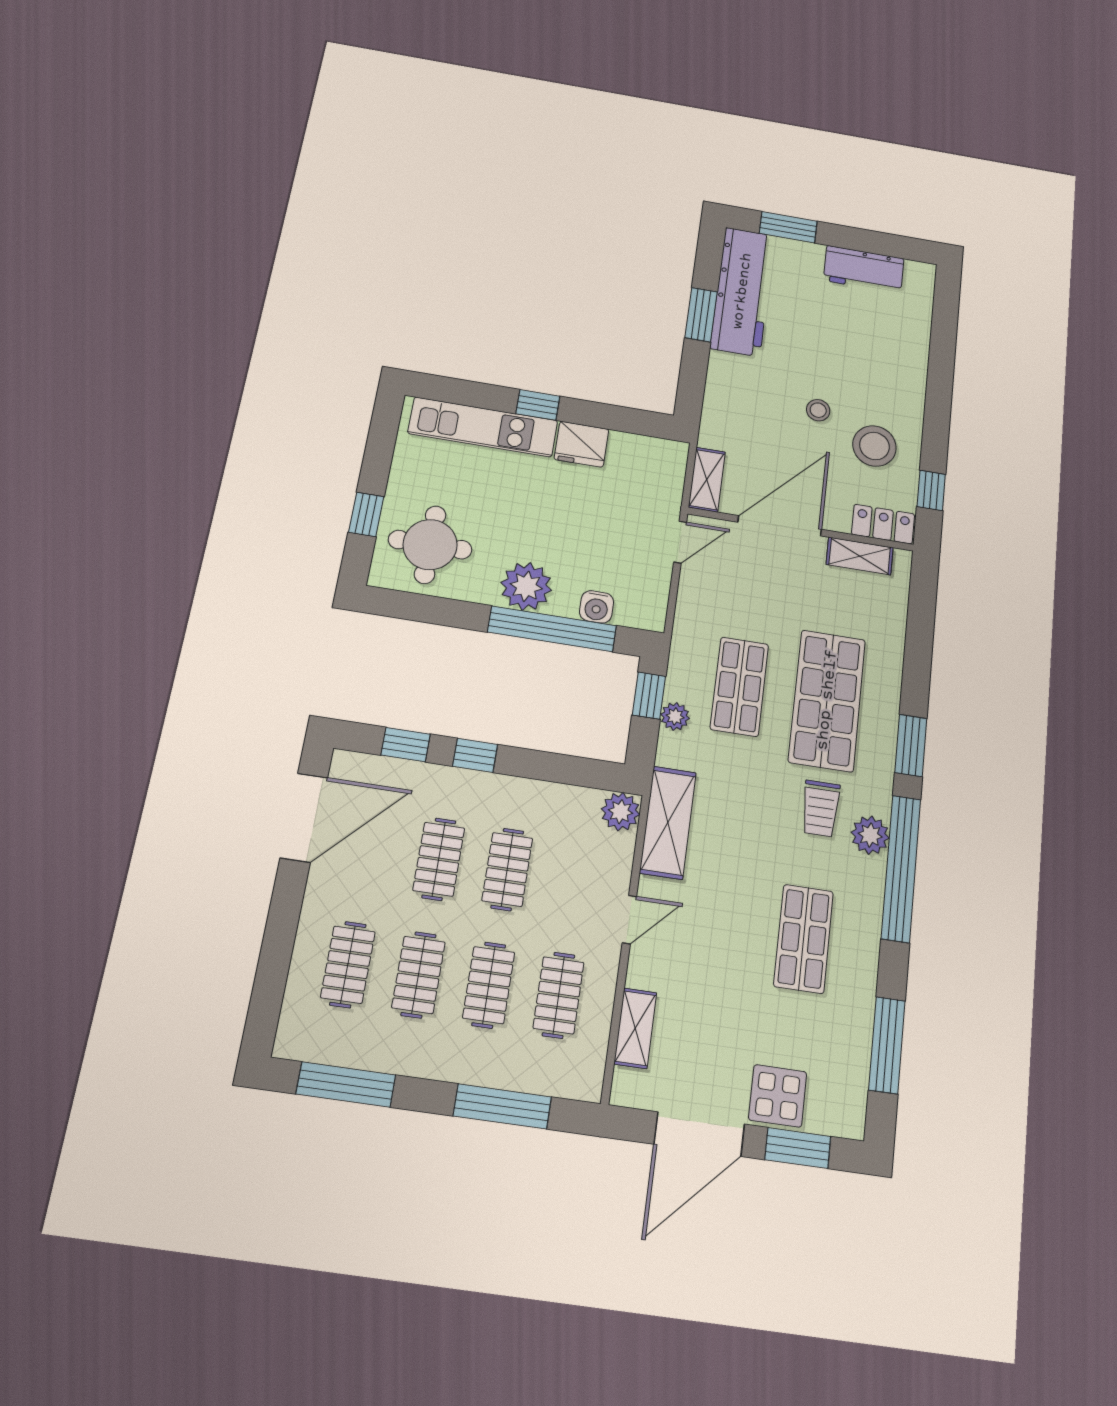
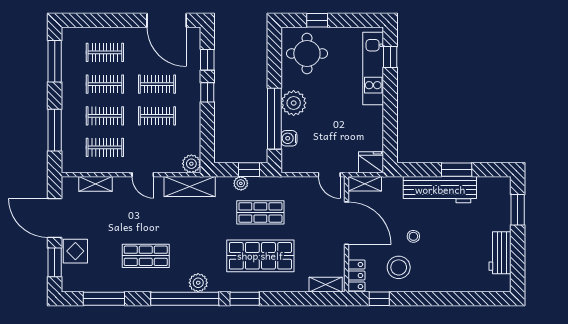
workbench: (742, 291) -> (440, 190), moved
window: (538, 405) -> (390, 57), moved
fridge: (581, 444) -> (371, 162), moved, turned 90
shelving: (860, 556) -> (326, 285), moved, turned 90
trolley: (821, 808) -> (207, 258), removed

